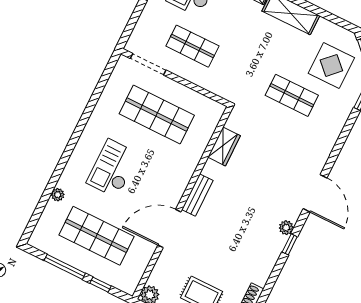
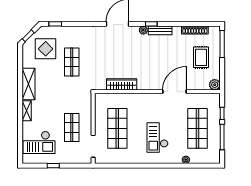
wardrobe: (224, 146) -> (122, 84), width x1.50
checkout: (113, 168) -> (157, 138), turned 90
bench: (197, 195) -> (160, 30), moved
door: (169, 229) -> (174, 92), swing flipped

